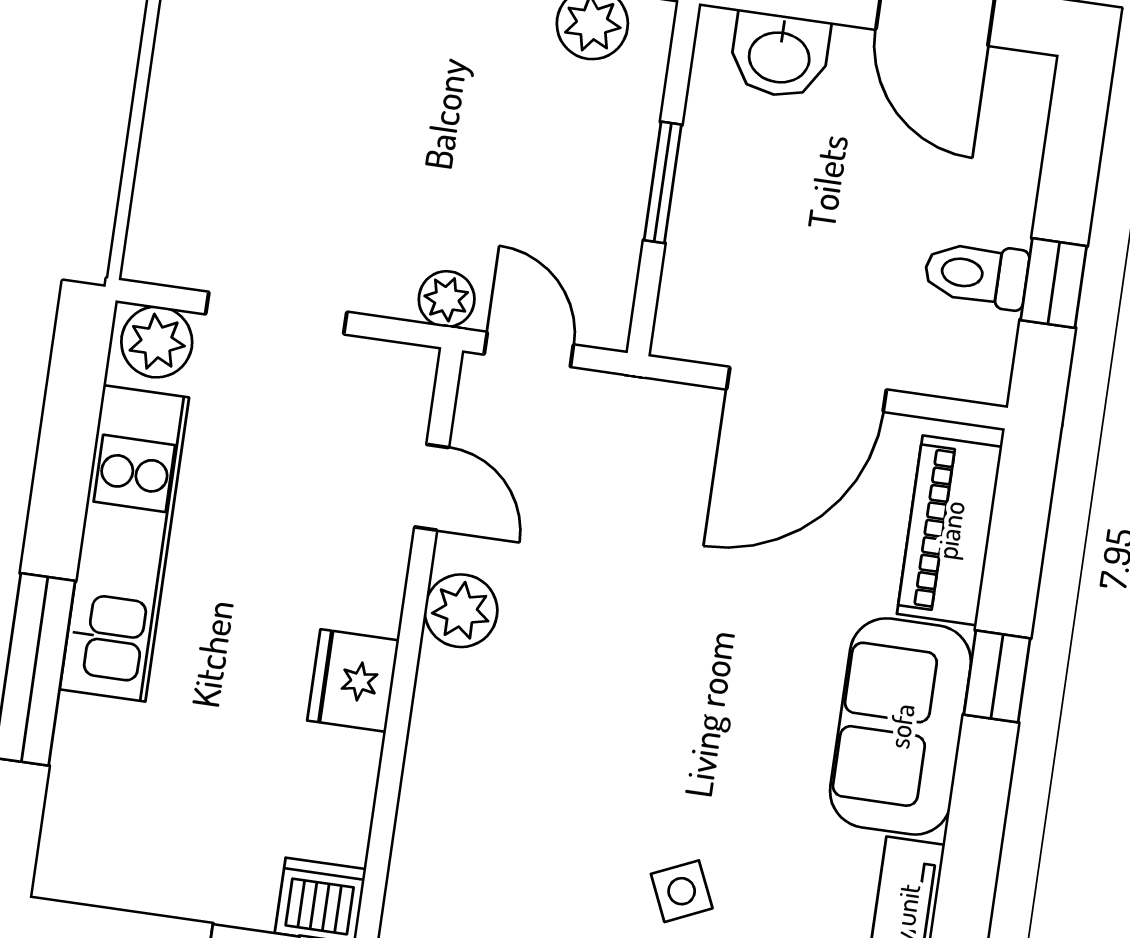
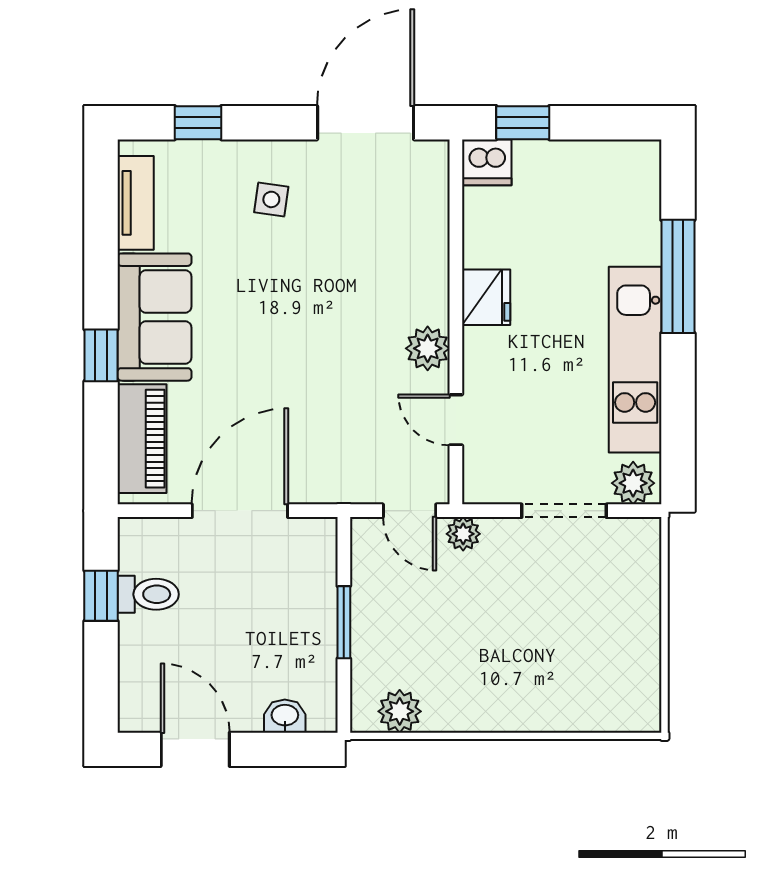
washbasin: (780, 55) -> (285, 716), width x0.72, depth x0.69
side table: (682, 891) -> (271, 199), turned 32

